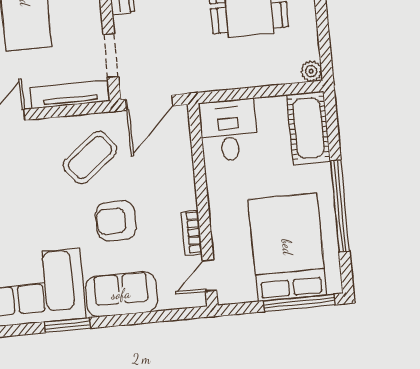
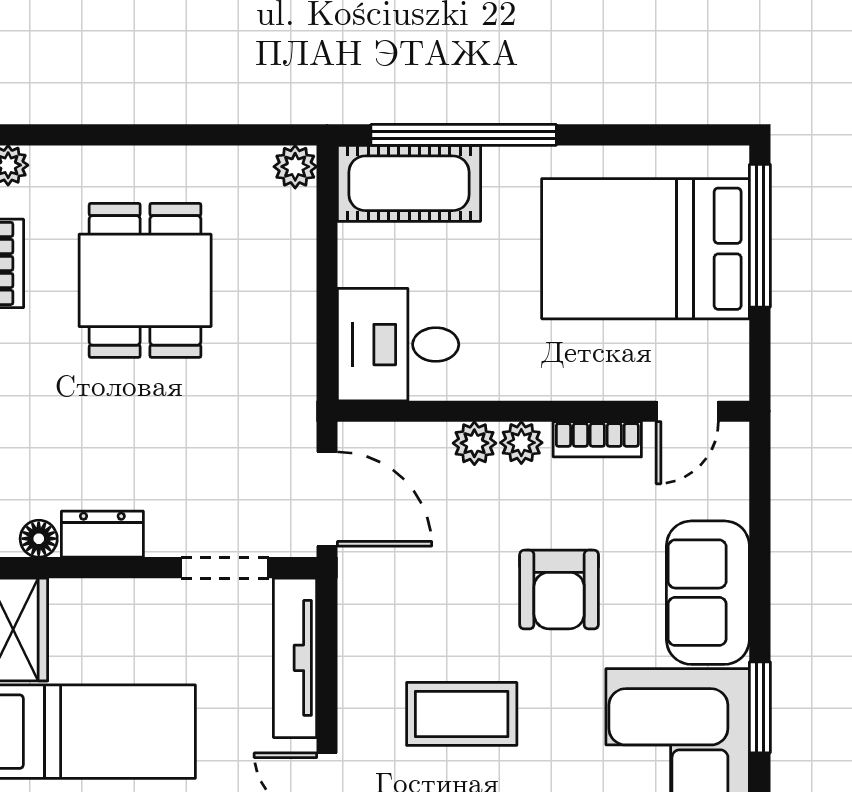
coffee table: (90, 157) -> (462, 714), moved, turned -52
plant: (184, 172) -> (474, 443), added
plant: (186, 195) -> (521, 443), added
window: (340, 206) -> (464, 135), moved
door: (210, 275) -> (687, 411), hinge flipped

